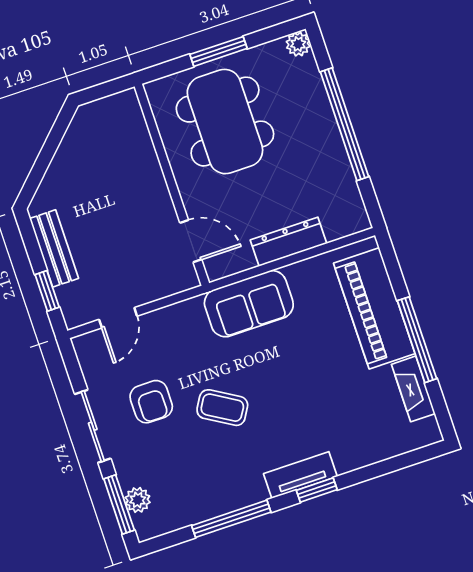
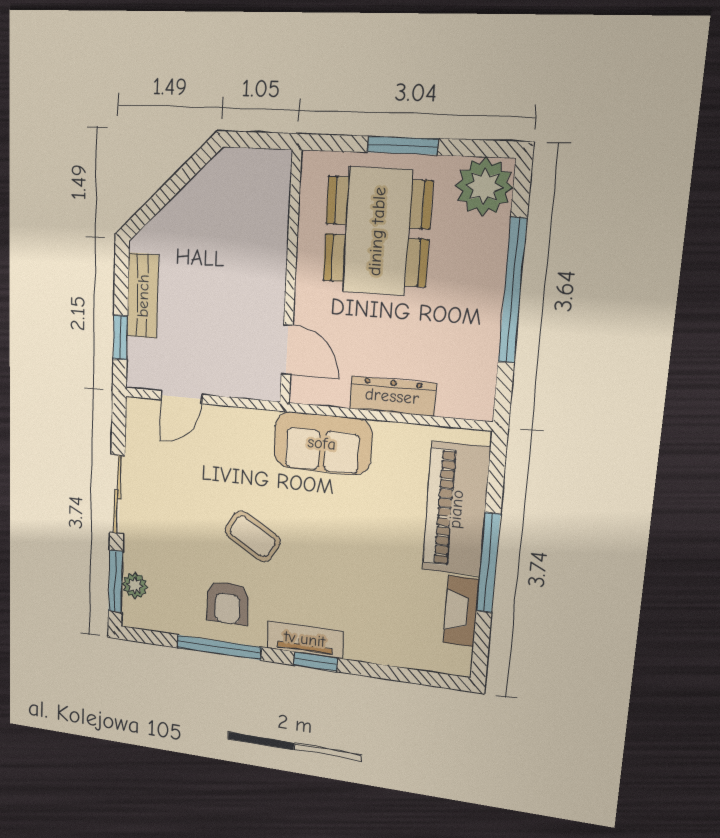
plant: (298, 44) -> (484, 187), width x1.88, depth x1.88
armchair: (151, 402) -> (228, 603), moved

